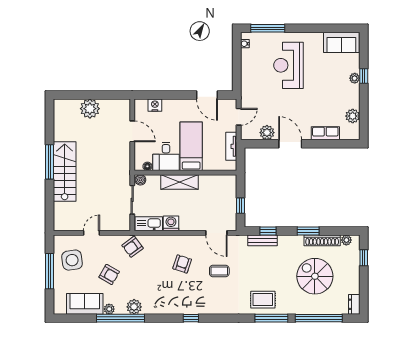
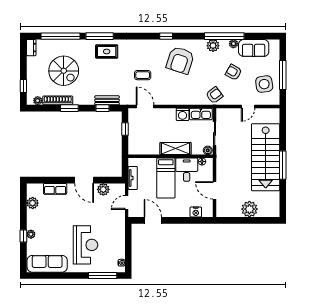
sofa: (341, 42) -> (47, 264), width x1.36
stairs: (65, 171) -> (266, 157), width x1.36, depth x1.51
armchair: (182, 264) -> (180, 60), moved, width x1.88, depth x1.88

